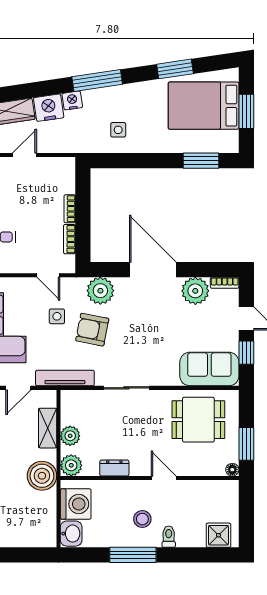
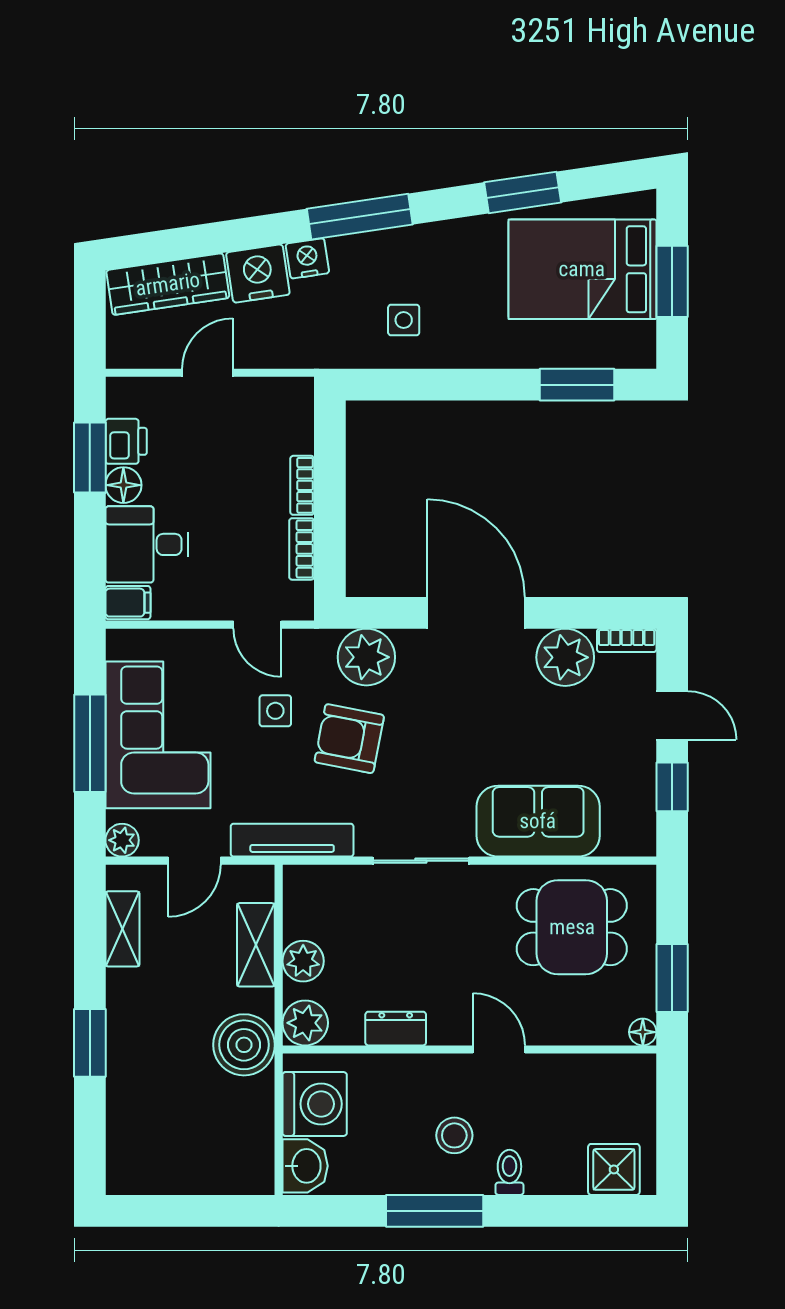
sofa: (209, 369) -> (538, 821), moved

